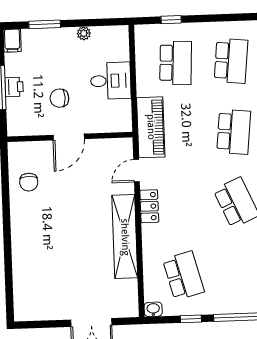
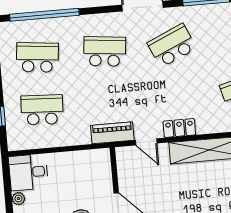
desk: (111, 81) -> (28, 172), moved, turned -90
piano: (151, 127) -> (112, 133), width x0.73, depth x0.75

